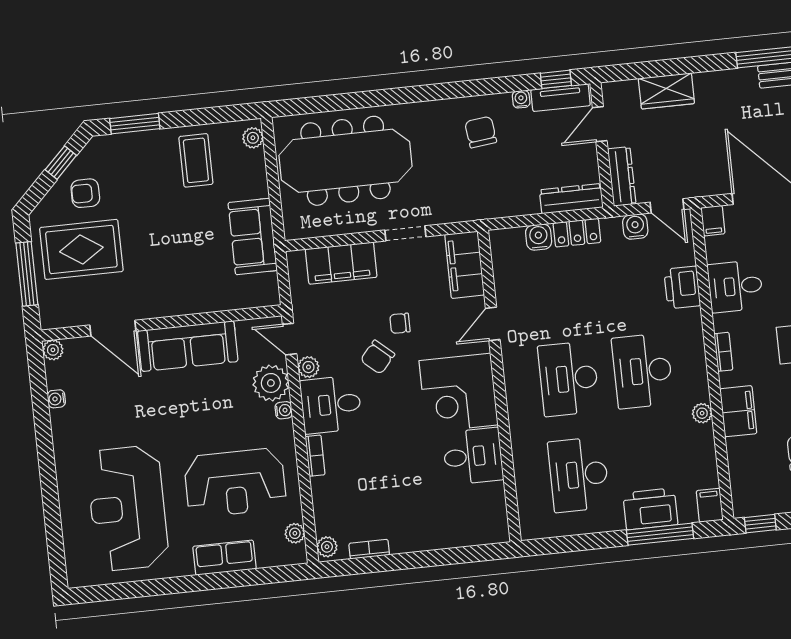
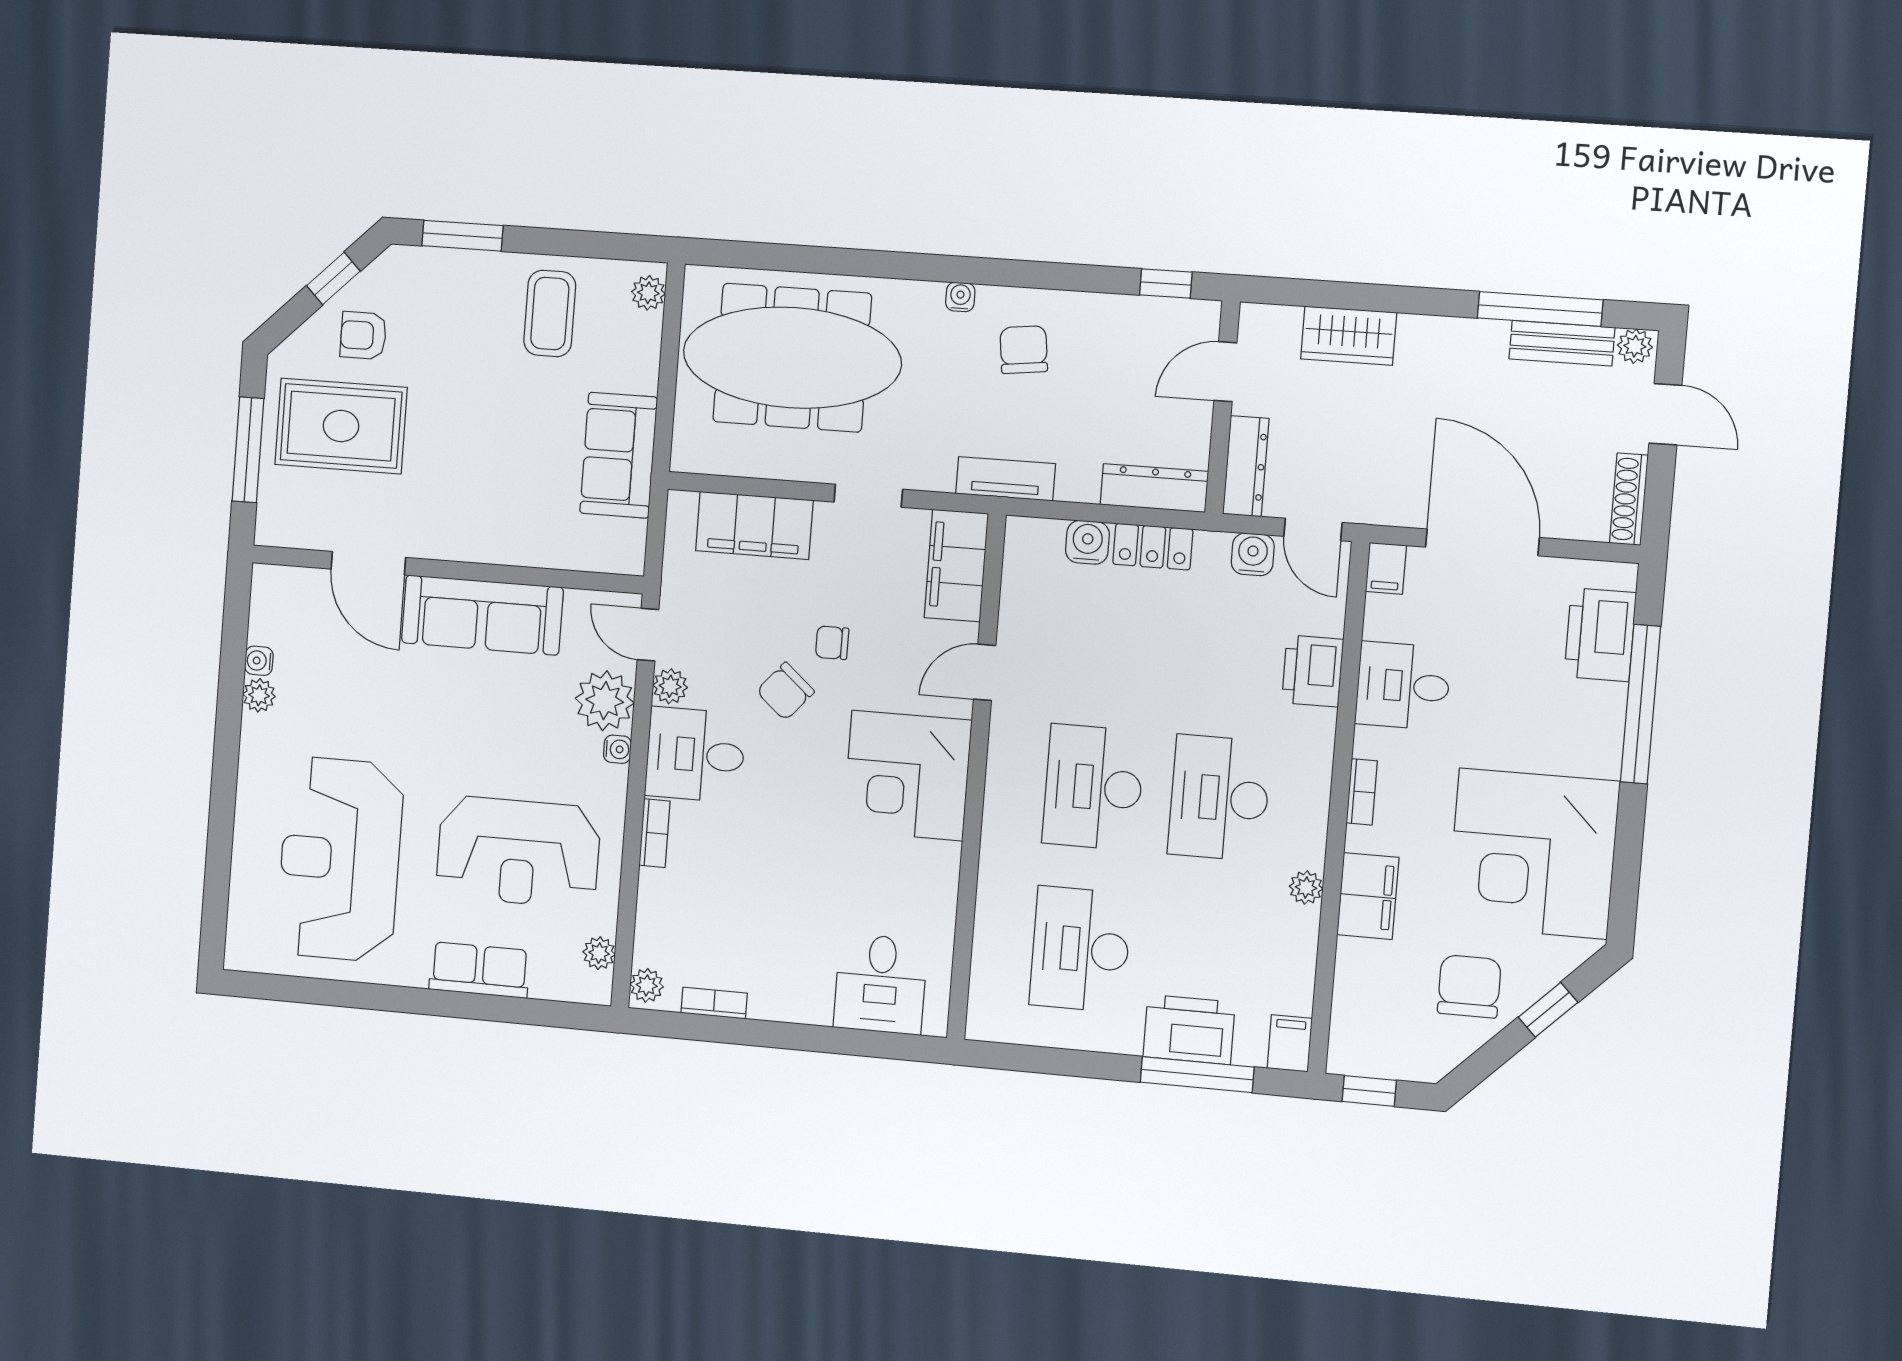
tv unit: (561, 98) -> (1006, 479), moved, turned 180
water cooler: (521, 99) -> (960, 297), moved
plant: (53, 350) -> (259, 695), moved
desk: (473, 456) -> (880, 984), moved, turned 90

